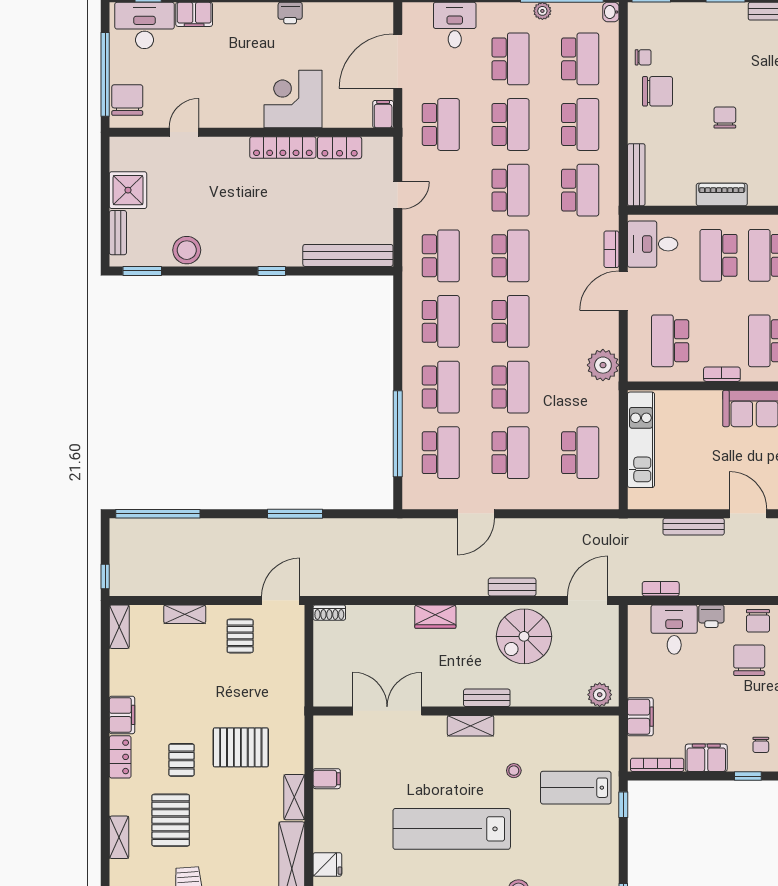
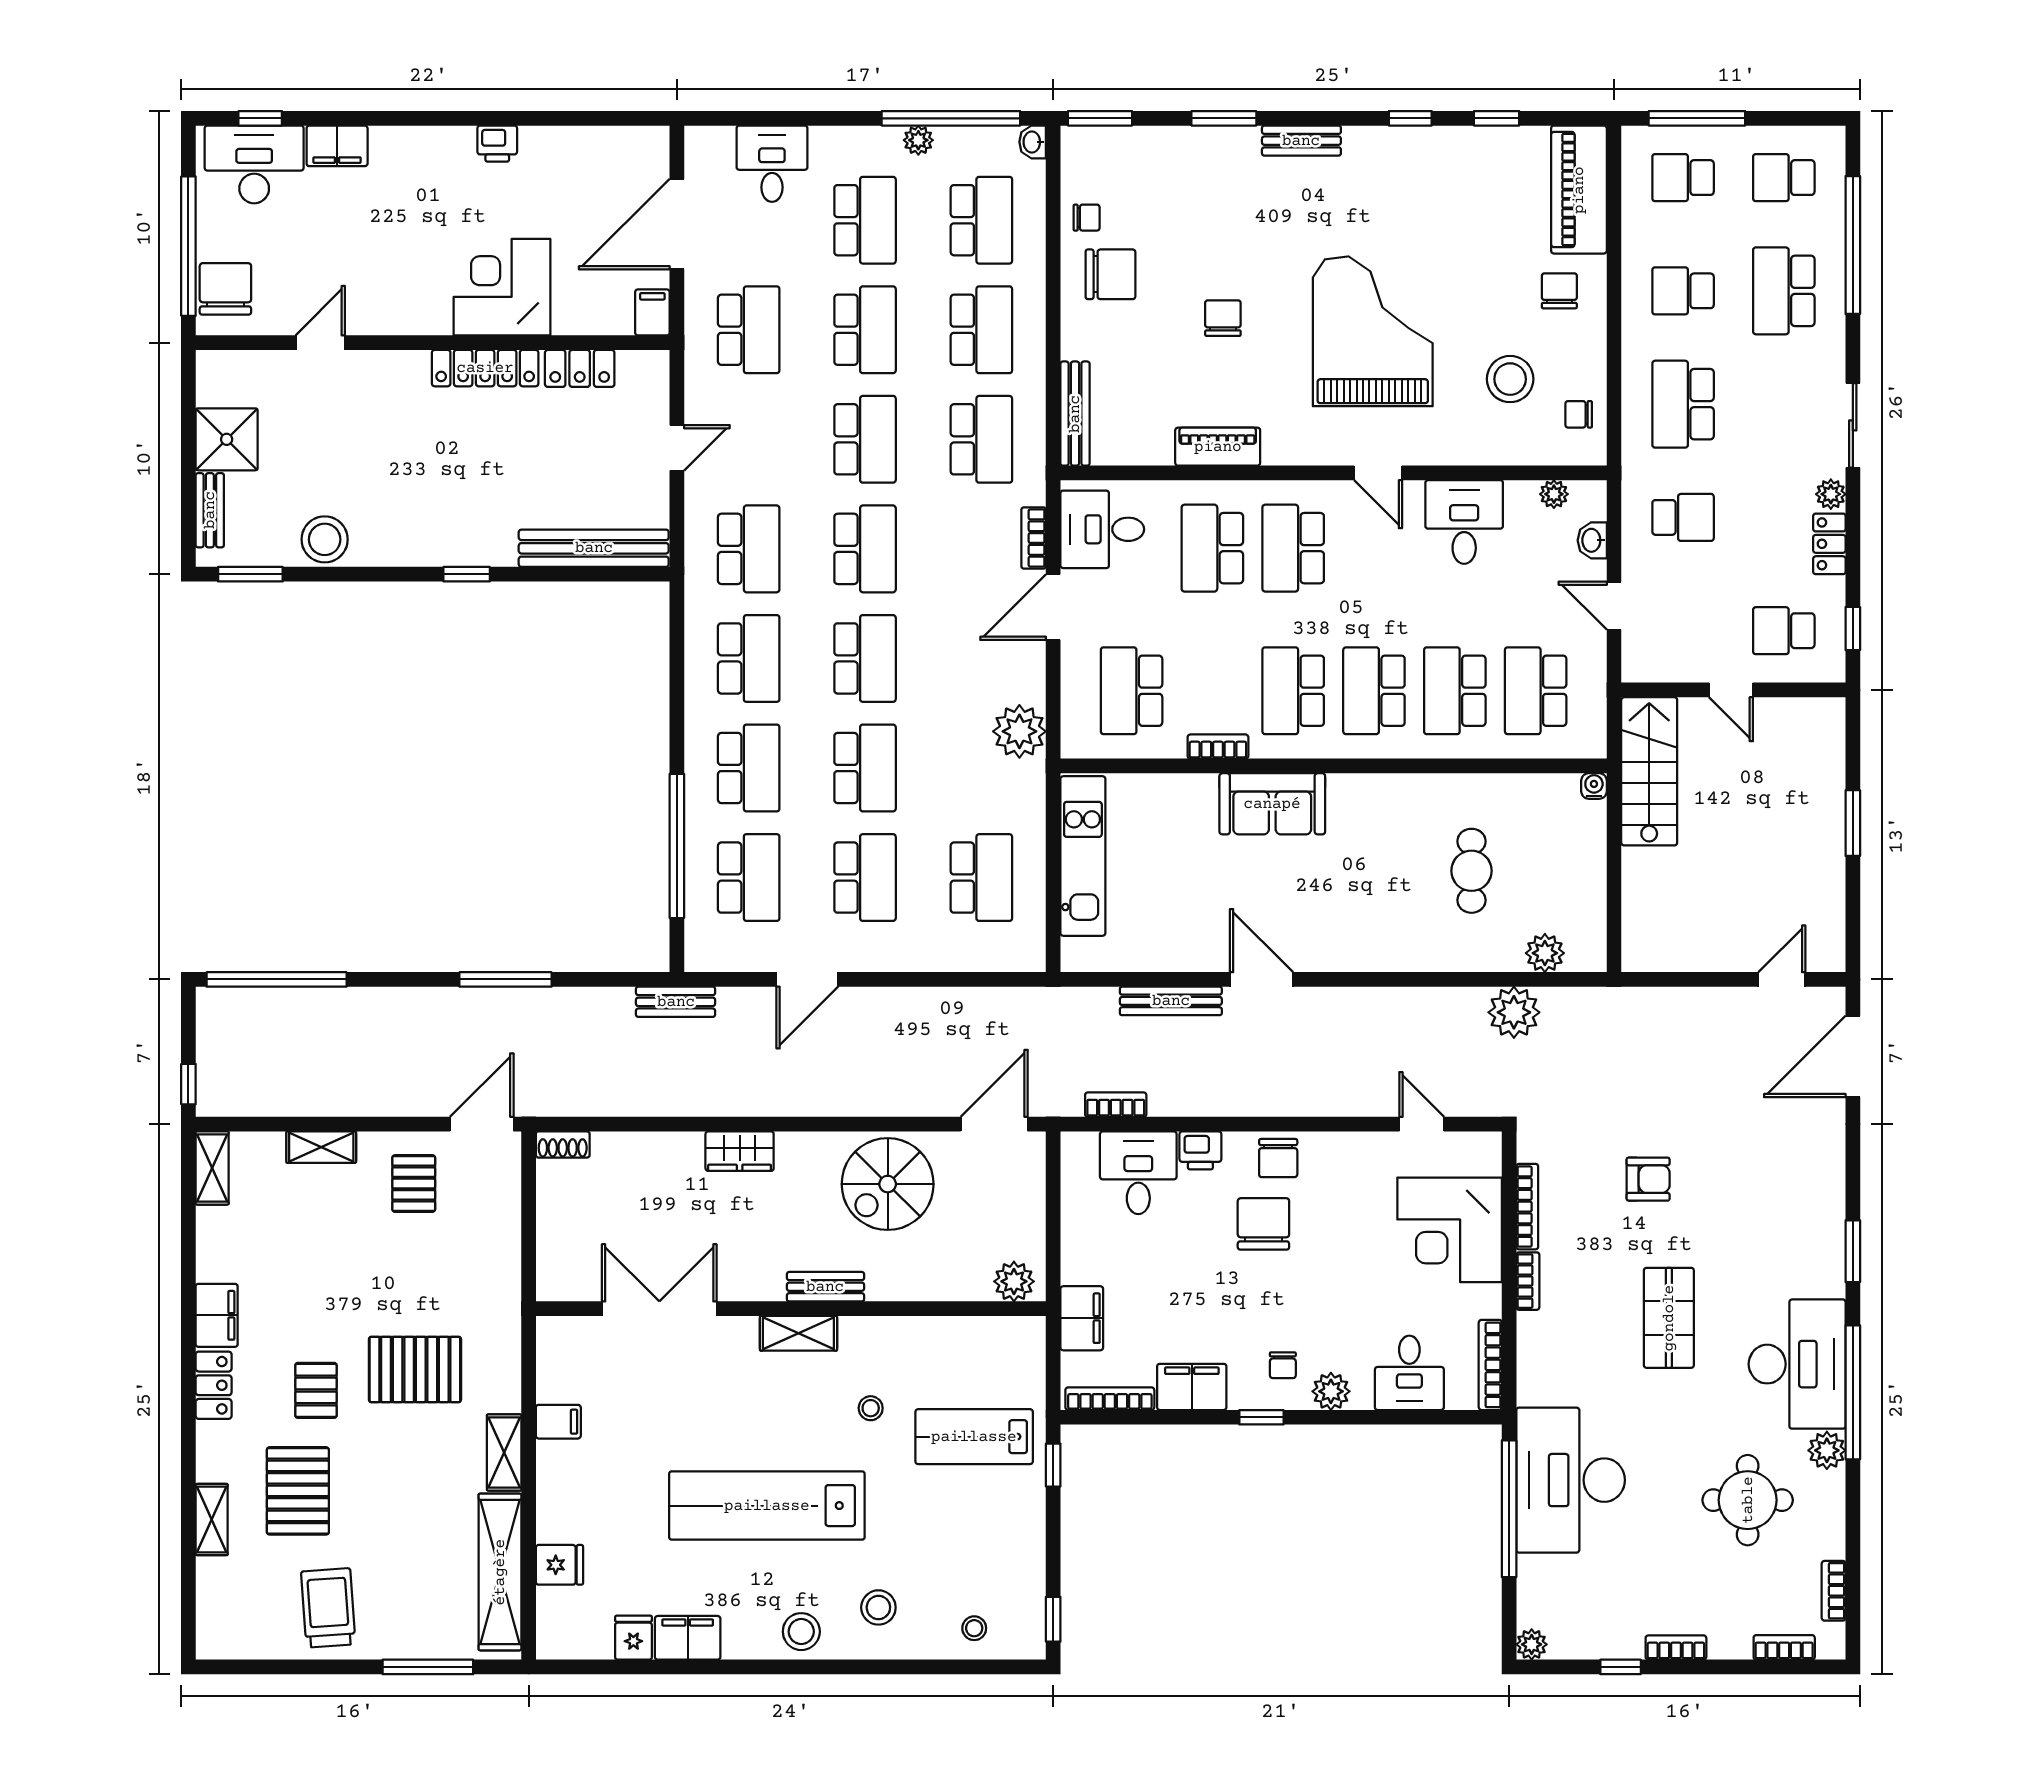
bench: (512, 587) -> (676, 1002), moved

